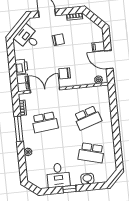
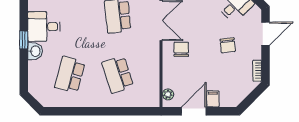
washbasin: (87, 179) -> (35, 51), moved

